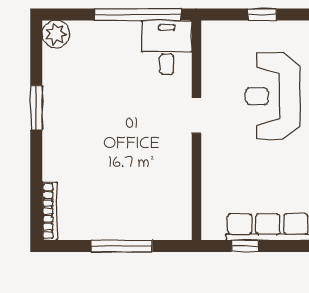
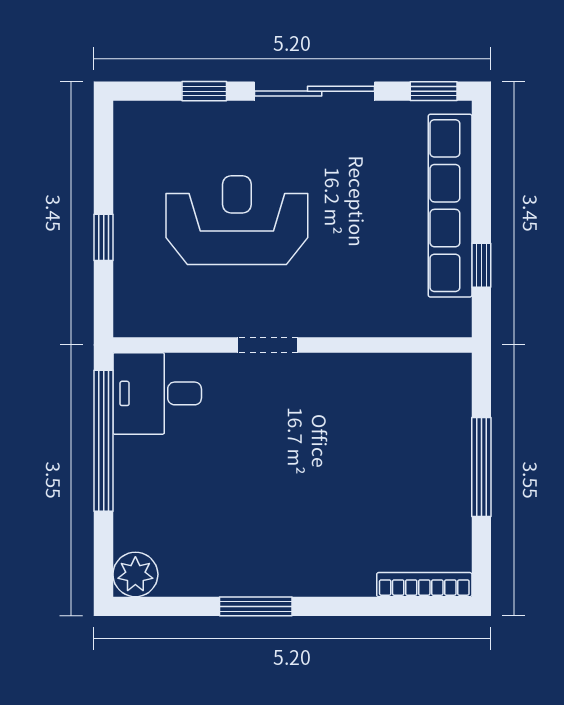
reception desk: (273, 96) -> (237, 220), turned 180

